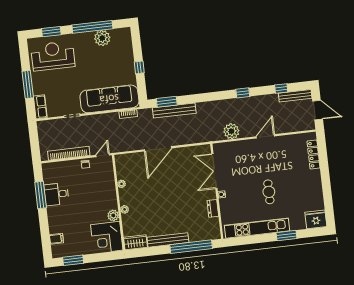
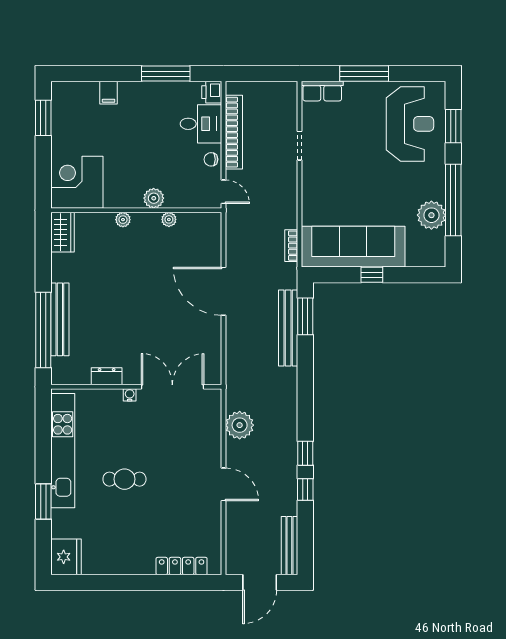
window: (281, 88) -> (305, 489), moved
sofa: (109, 99) -> (353, 247), moved, turned -90
printer: (48, 168) -> (212, 92), added
desk: (56, 194) -> (201, 124), moved, turned 90
plant: (113, 215) -> (154, 198), moved
filing cabinet: (56, 239) -> (109, 93), moved
bench: (168, 240) -> (60, 319), moved

